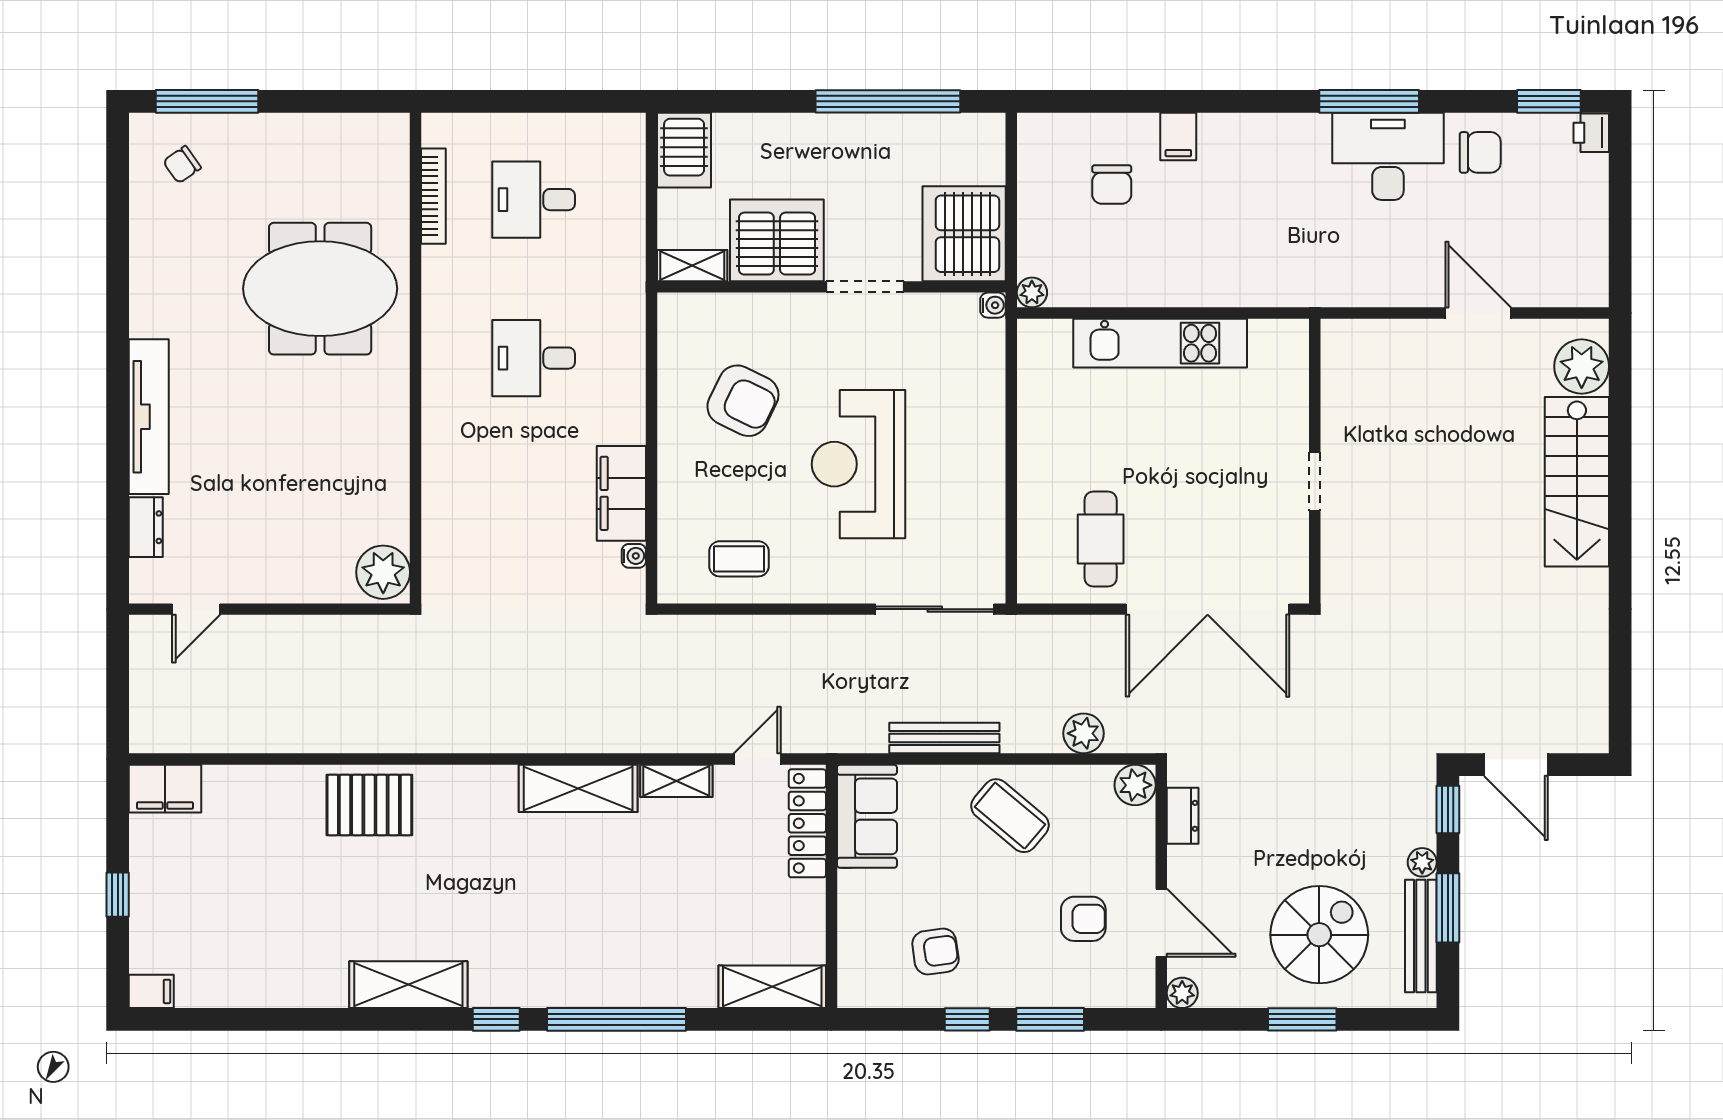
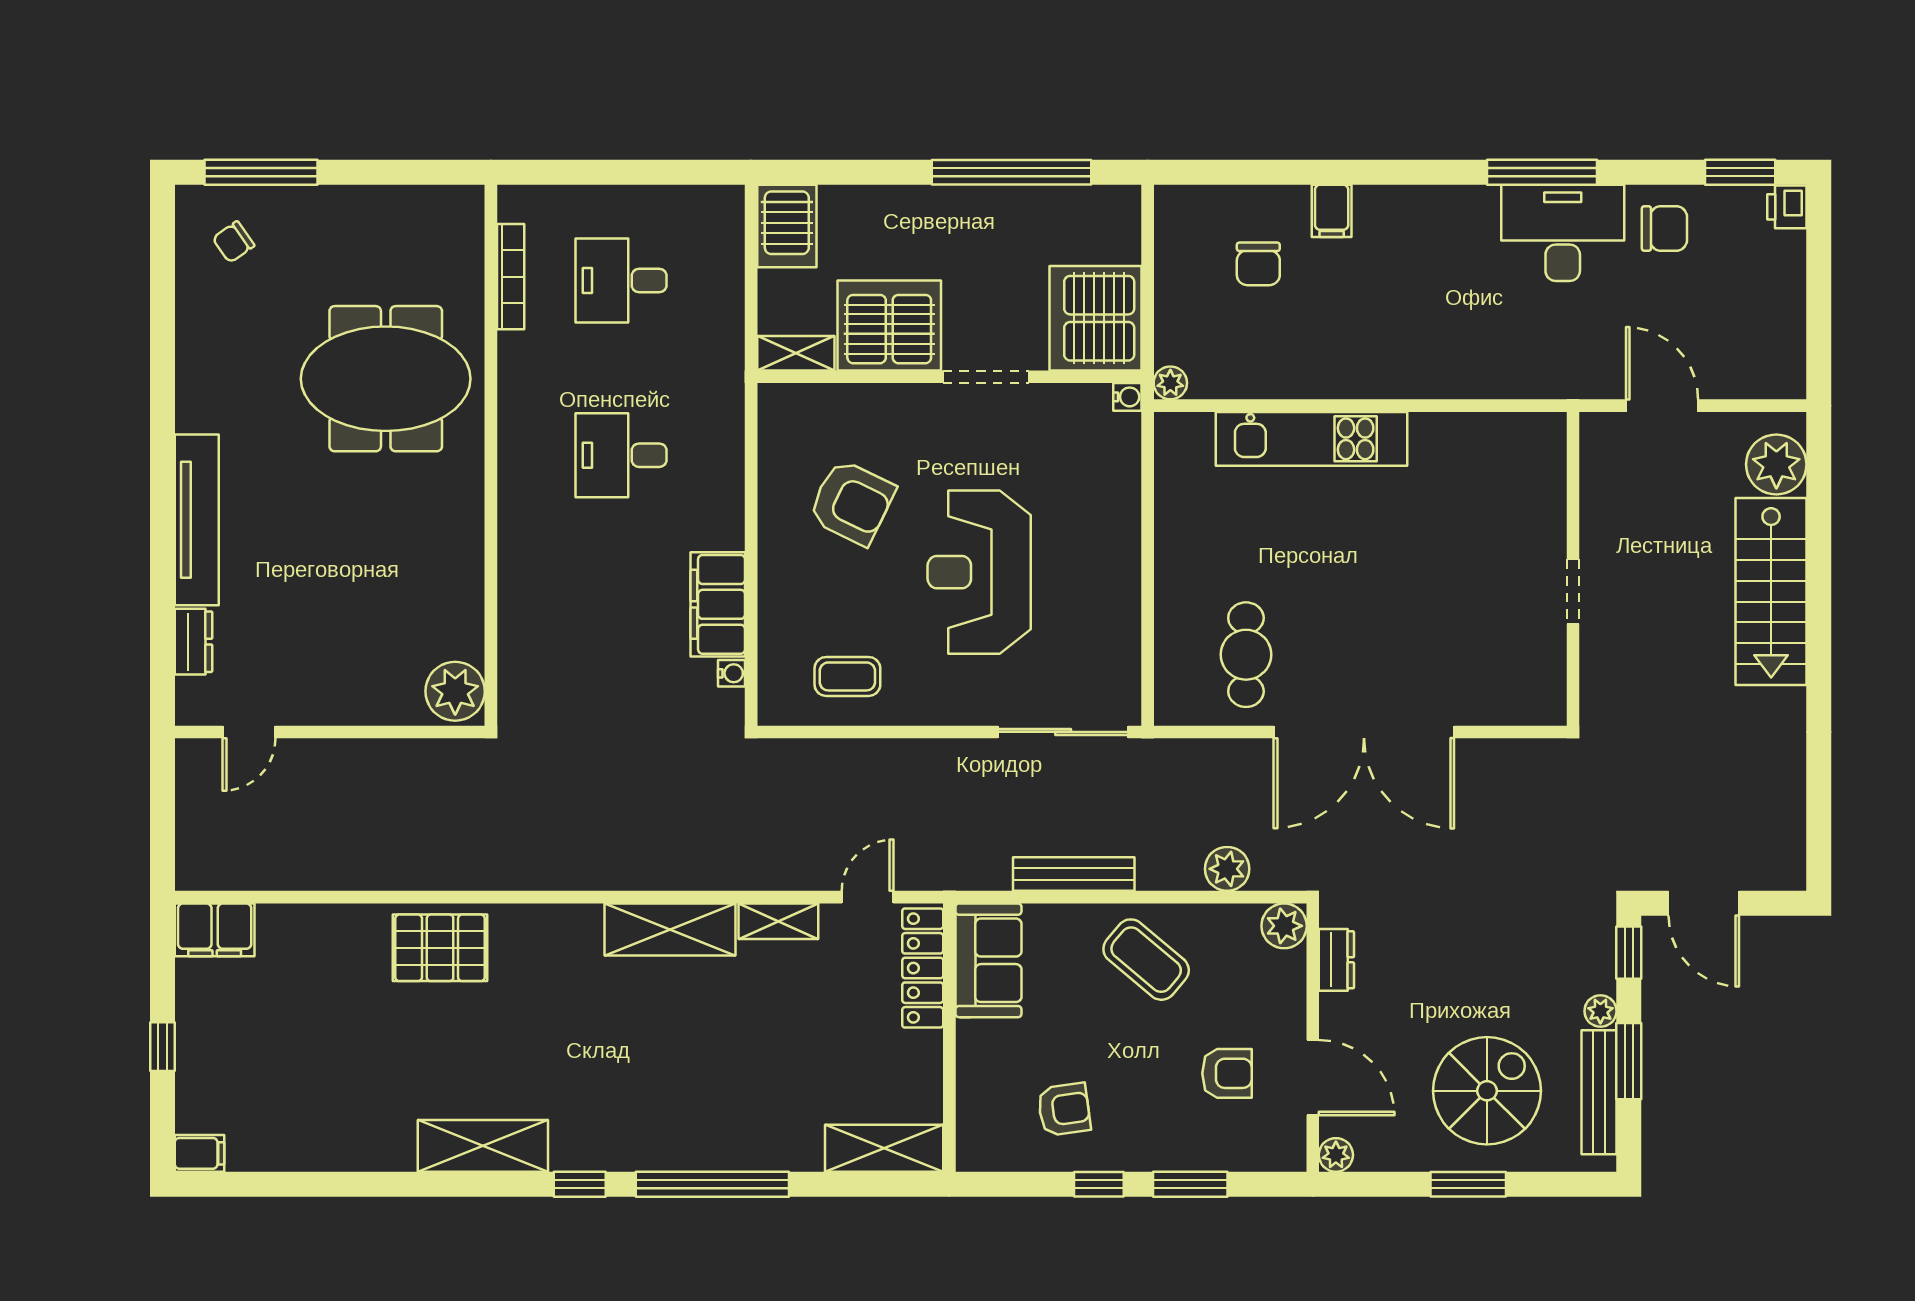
wall: (1315, 461) -> (1573, 569), moved
doorway: (1315, 482) -> (1573, 592), moved

